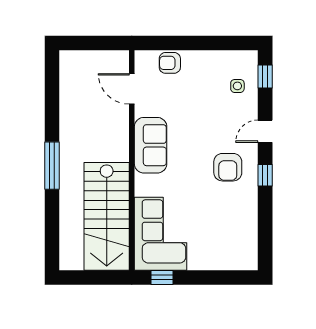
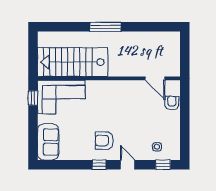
door: (132, 89) -> (155, 78), swing flipped
sofa: (151, 145) -> (48, 142), moved, turned -90

